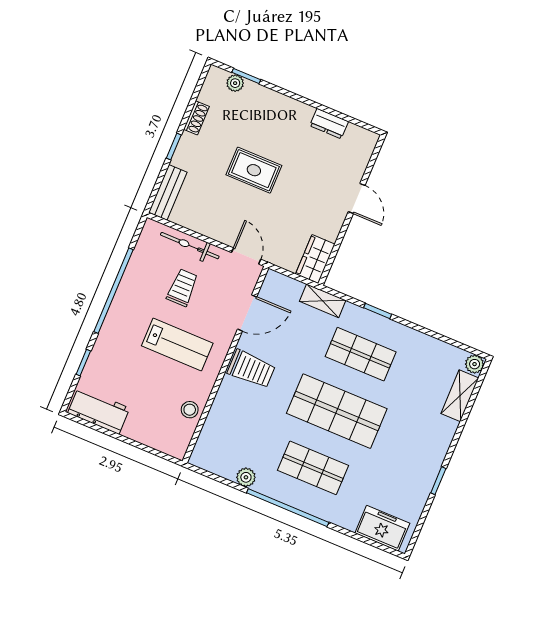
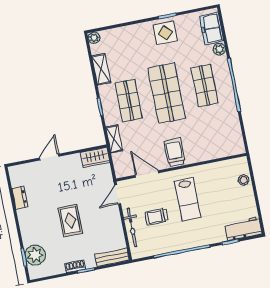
plant: (235, 83) -> (35, 255), width x1.88, depth x1.88
shoe rack: (196, 118) -> (75, 266), moved
lab bench: (177, 344) -> (188, 199), turned 180
shelving: (460, 396) -> (101, 69), moved, turned 90
workbench: (99, 410) -> (243, 229), moved, turned 90
stool: (190, 410) -> (244, 180), moved
display table: (418, 463) -> (165, 33), added
plant: (246, 477) -> (219, 49), moved

